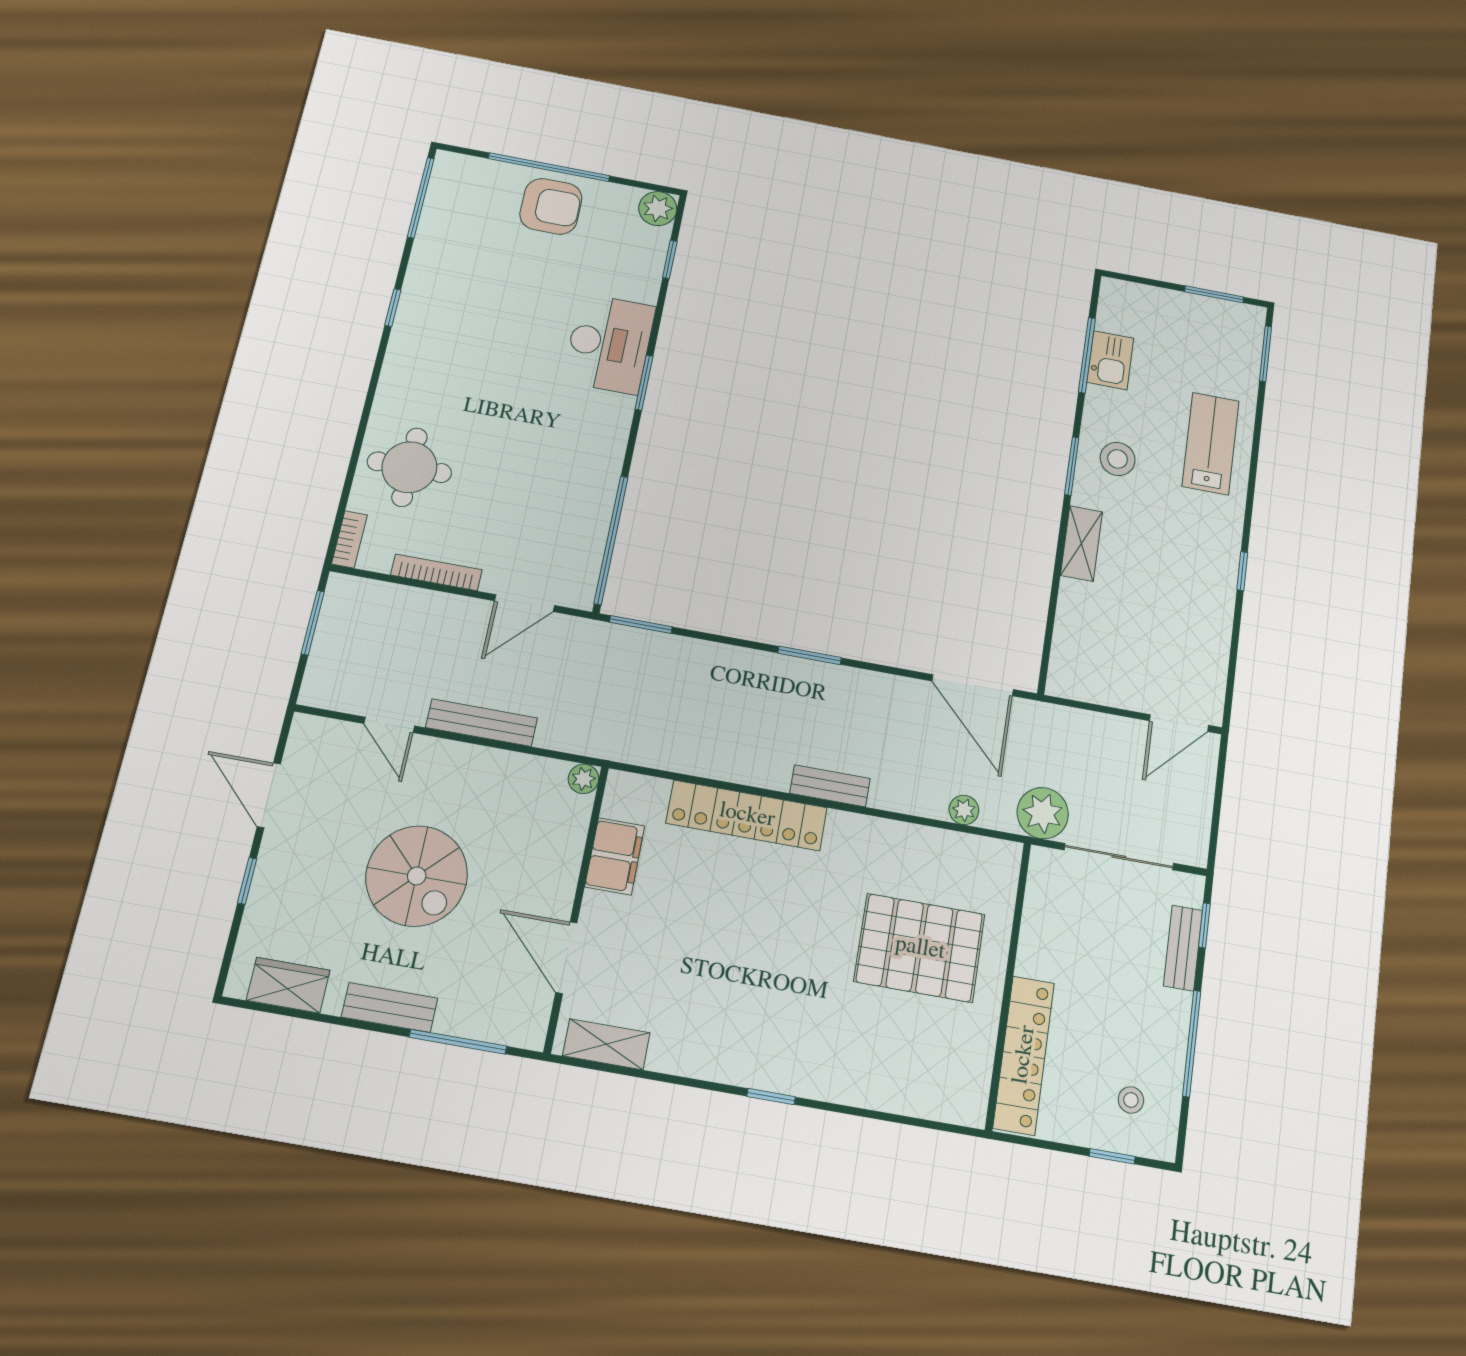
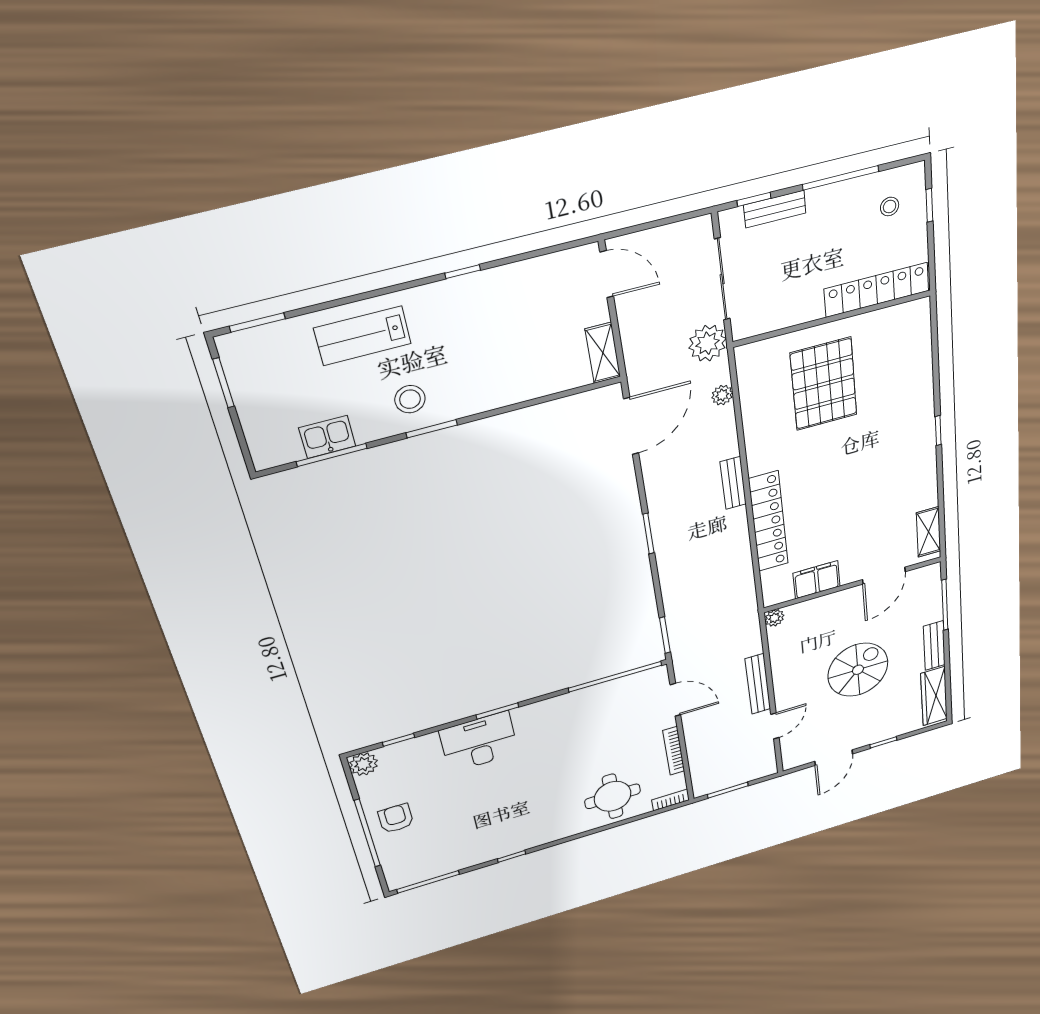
armchair: (551, 206) -> (396, 818), width x0.72, depth x0.72
shelving: (1081, 543) -> (603, 353), moved, turned 90
wardrobe: (288, 985) -> (934, 696), width x1.50

